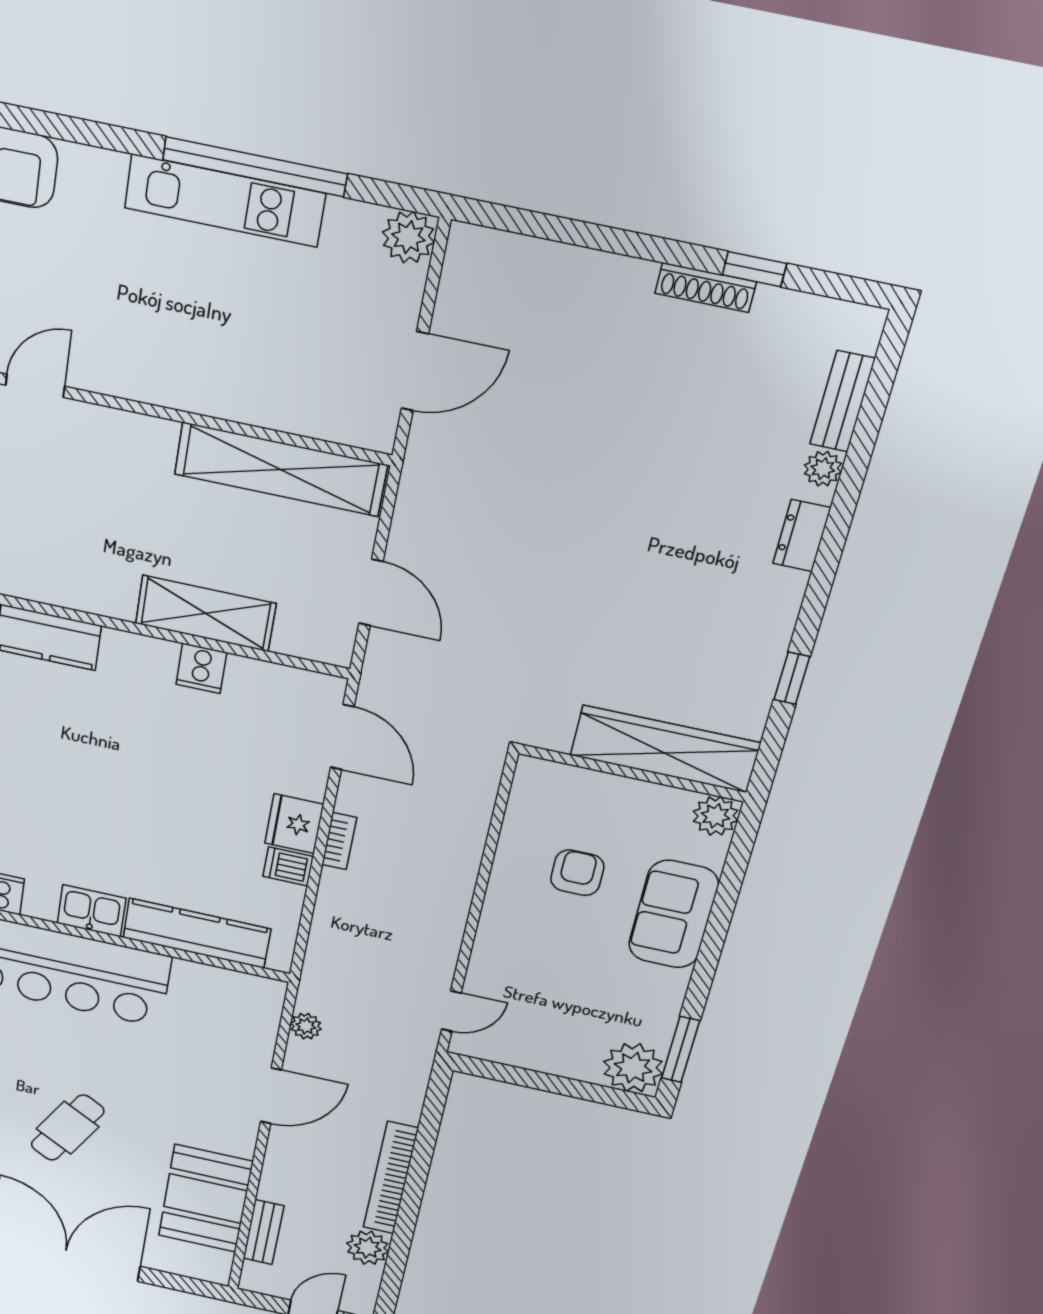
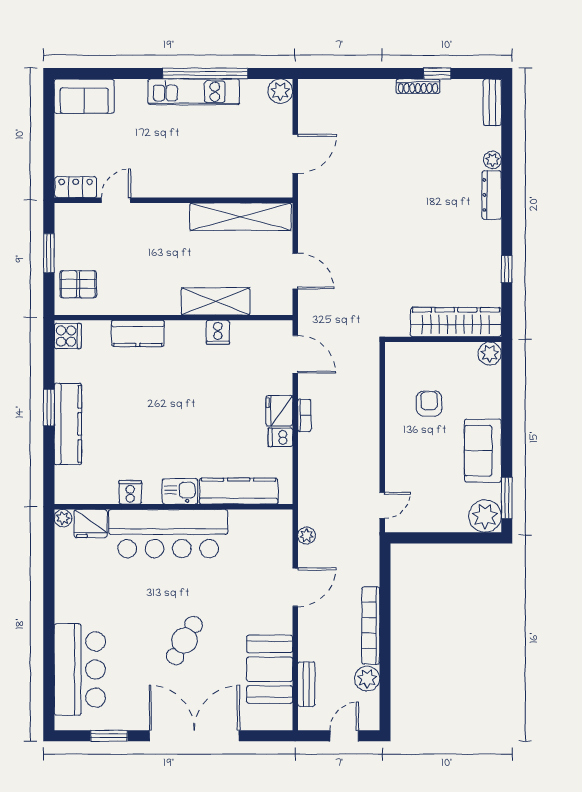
bench: (842, 401) -> (492, 102), moved
dresser: (802, 536) -> (492, 195), width x1.44
sofa: (673, 914) -> (483, 451), moved

